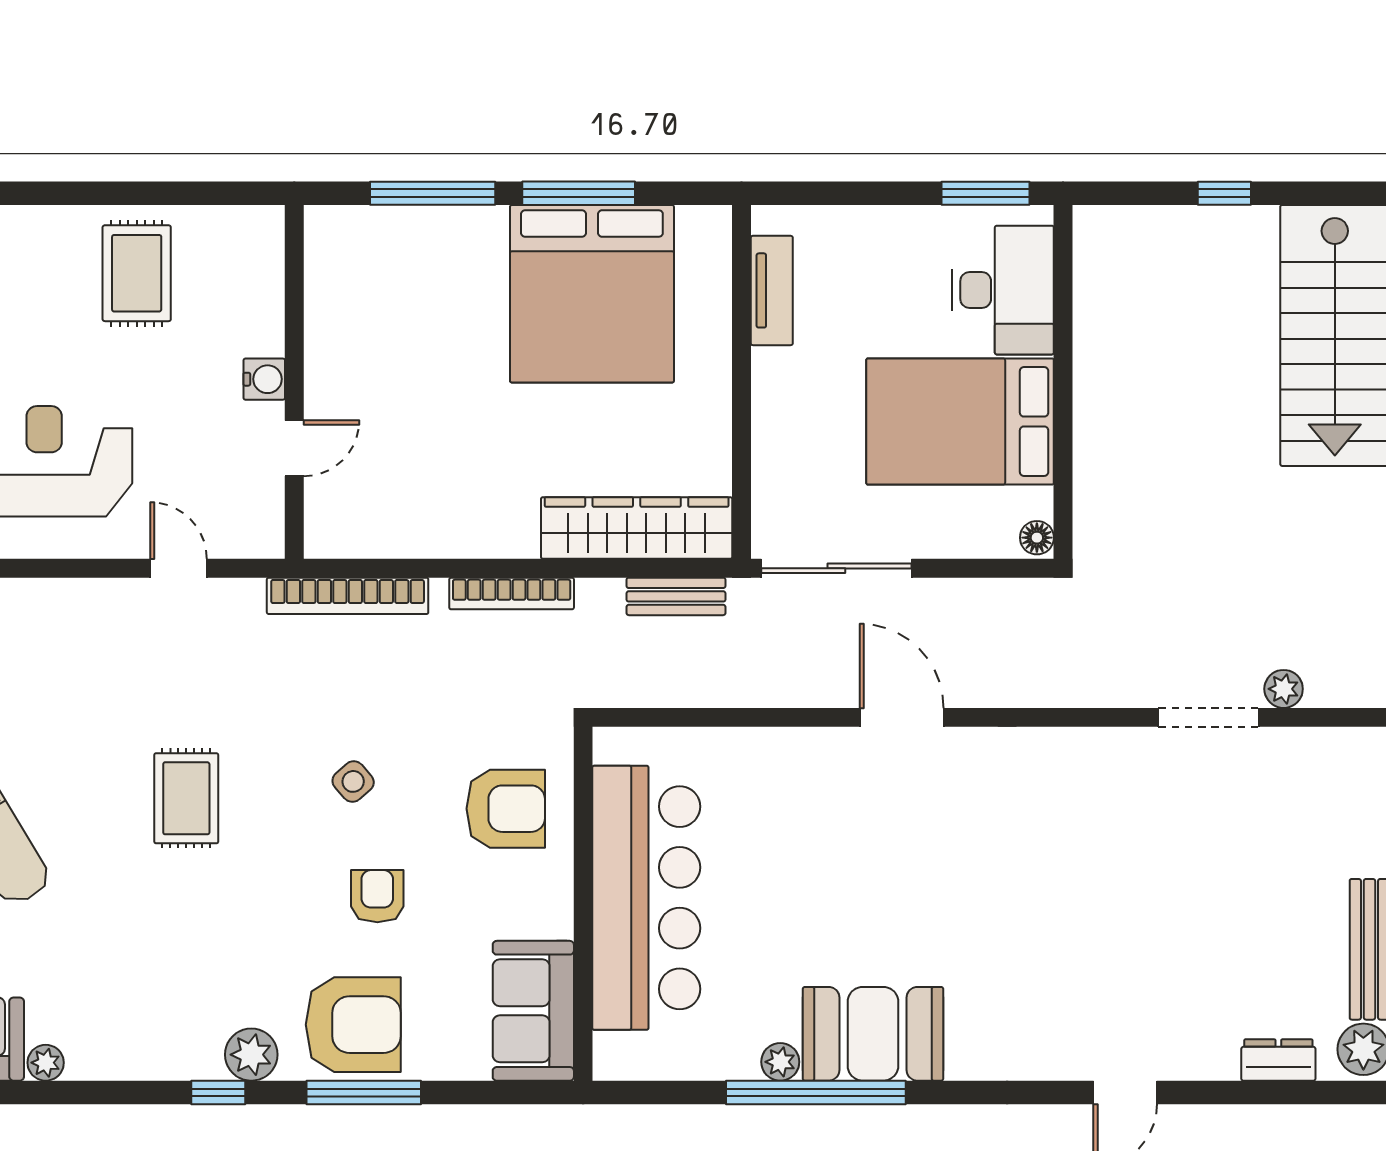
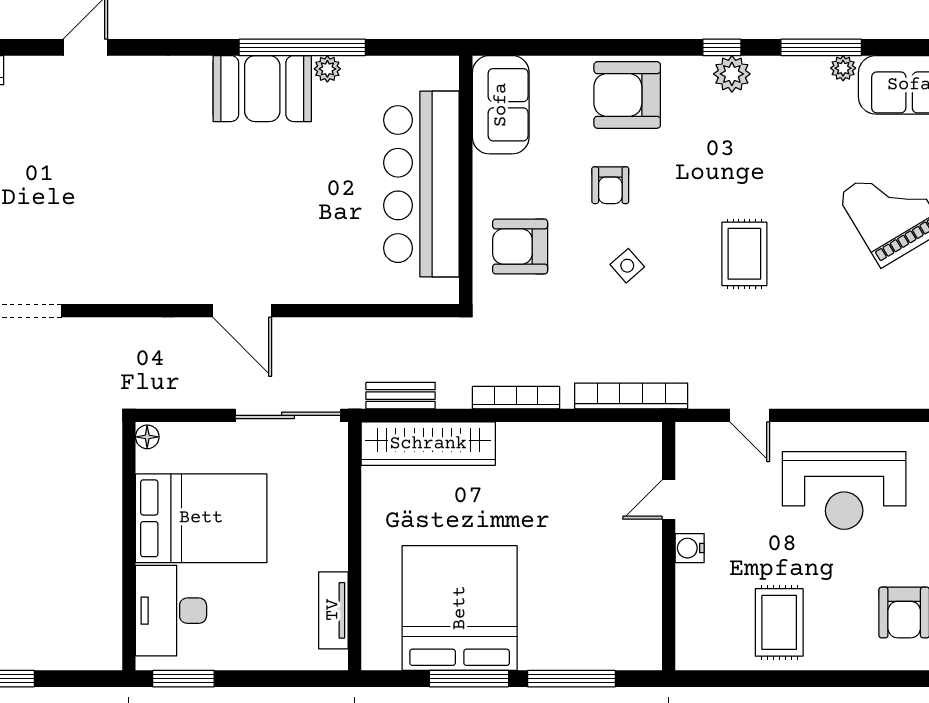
plant: (251, 1055) -> (732, 74), moved
window: (364, 1092) -> (821, 47), moved

